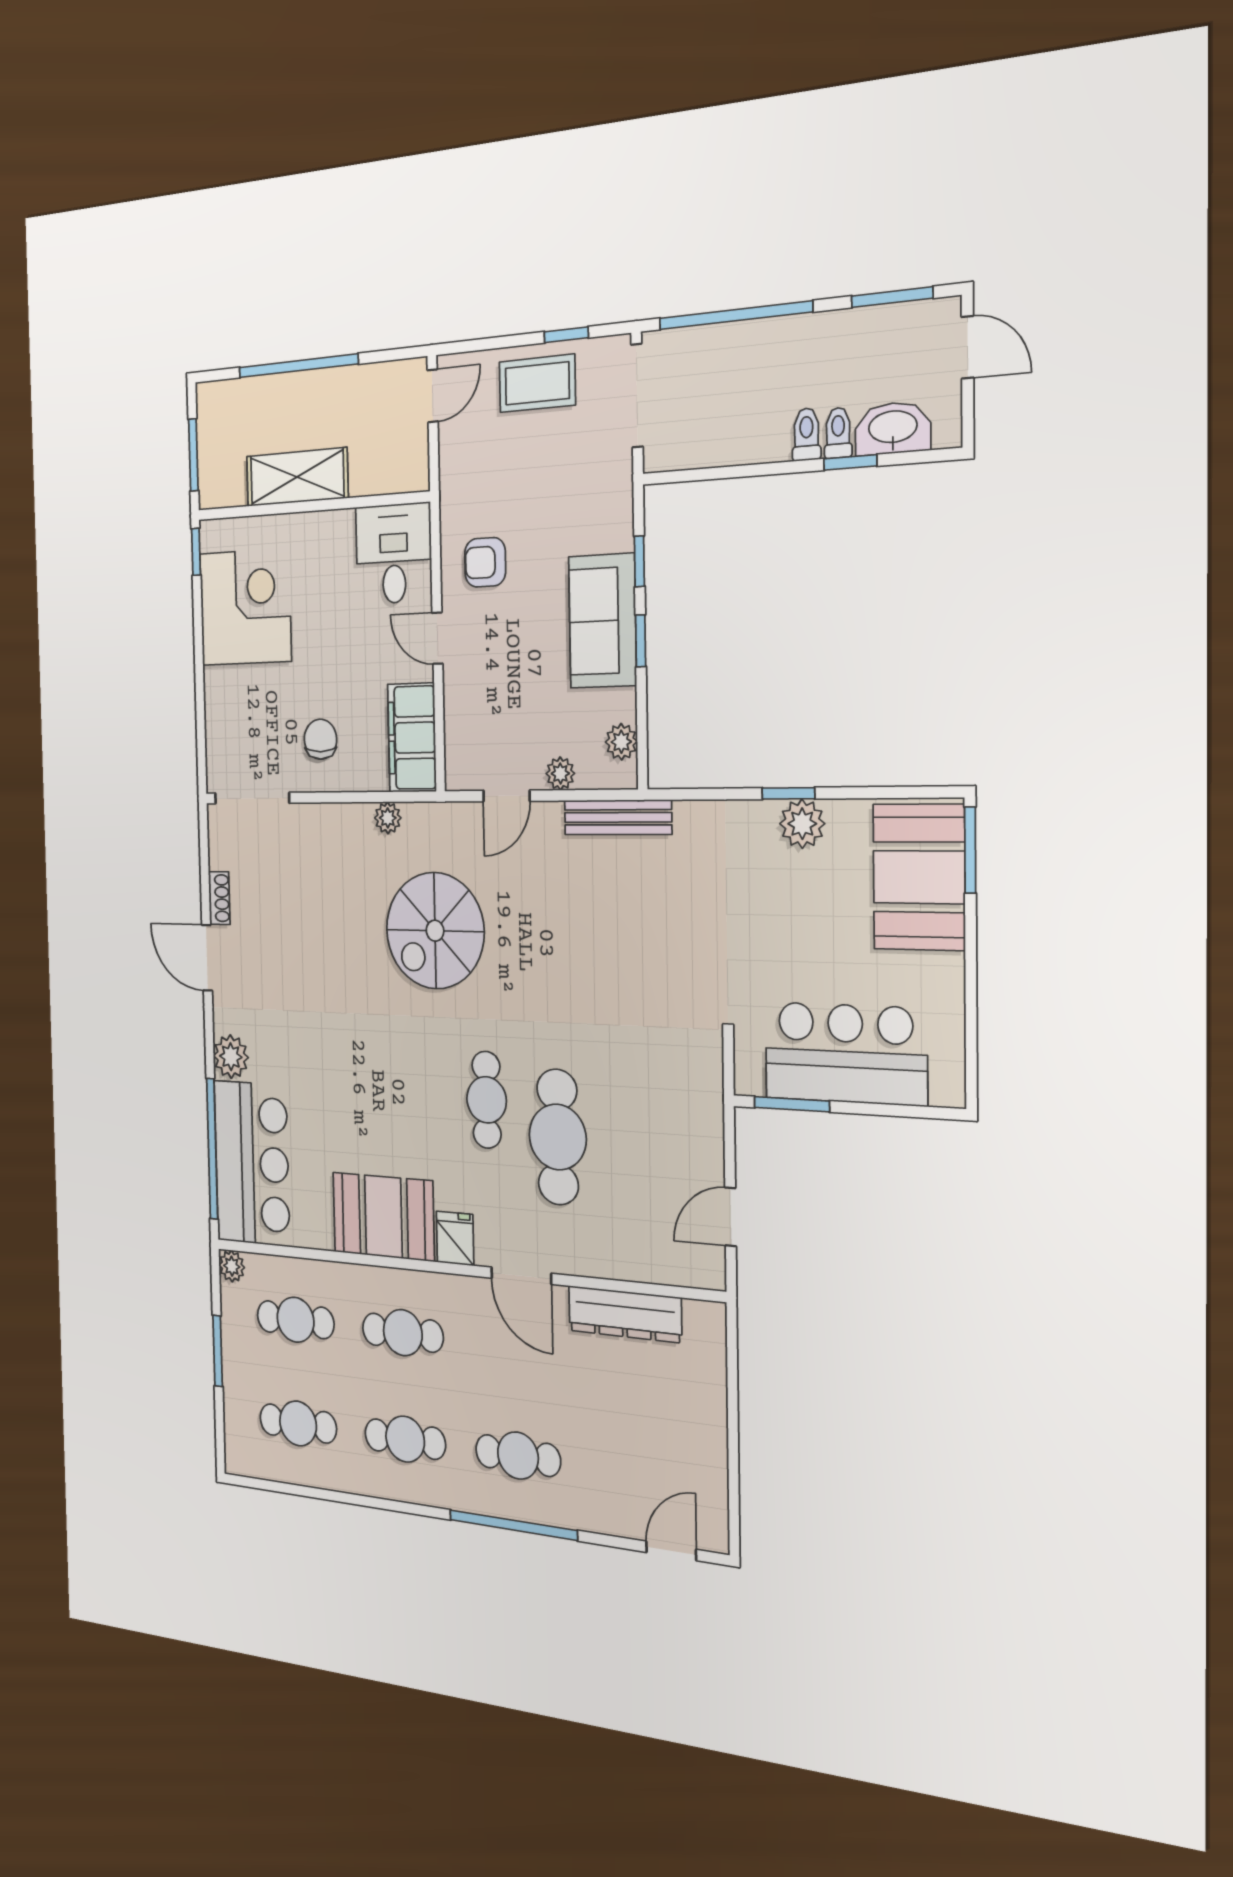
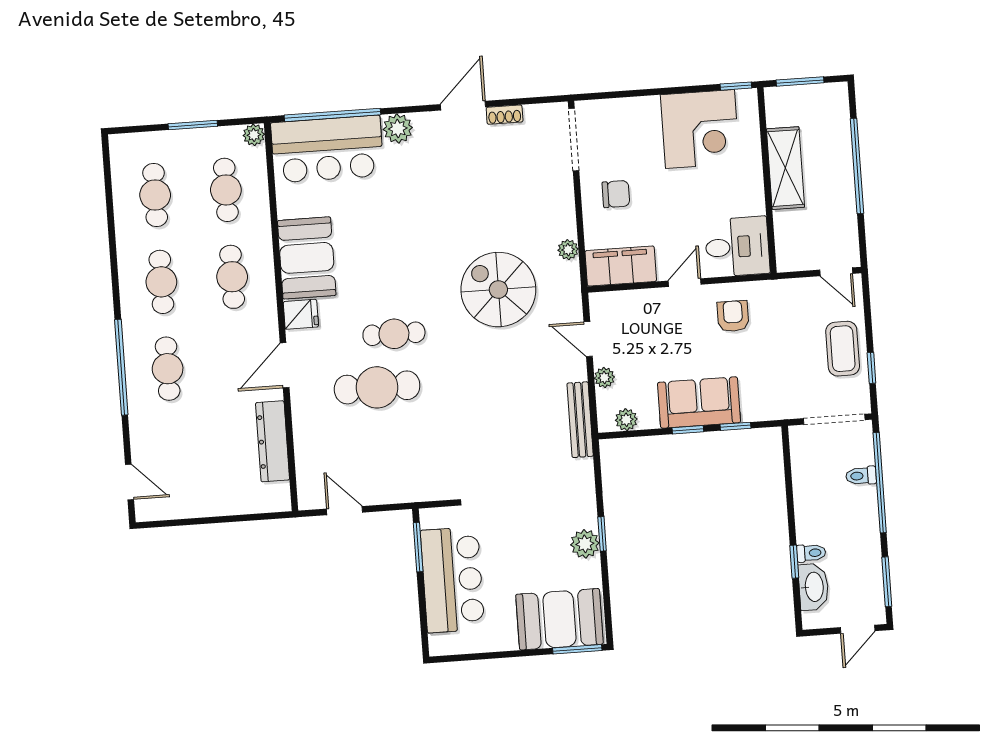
toilet: (806, 434) -> (861, 476), moved, turned 180

